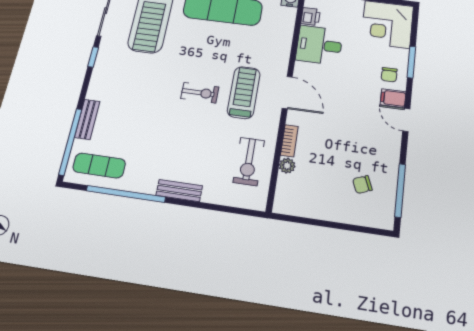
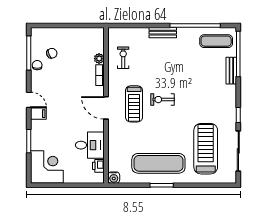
chair: (389, 75) -> (37, 65), moved
exercise bike: (249, 161) -> (123, 58), width x0.73, depth x0.72

